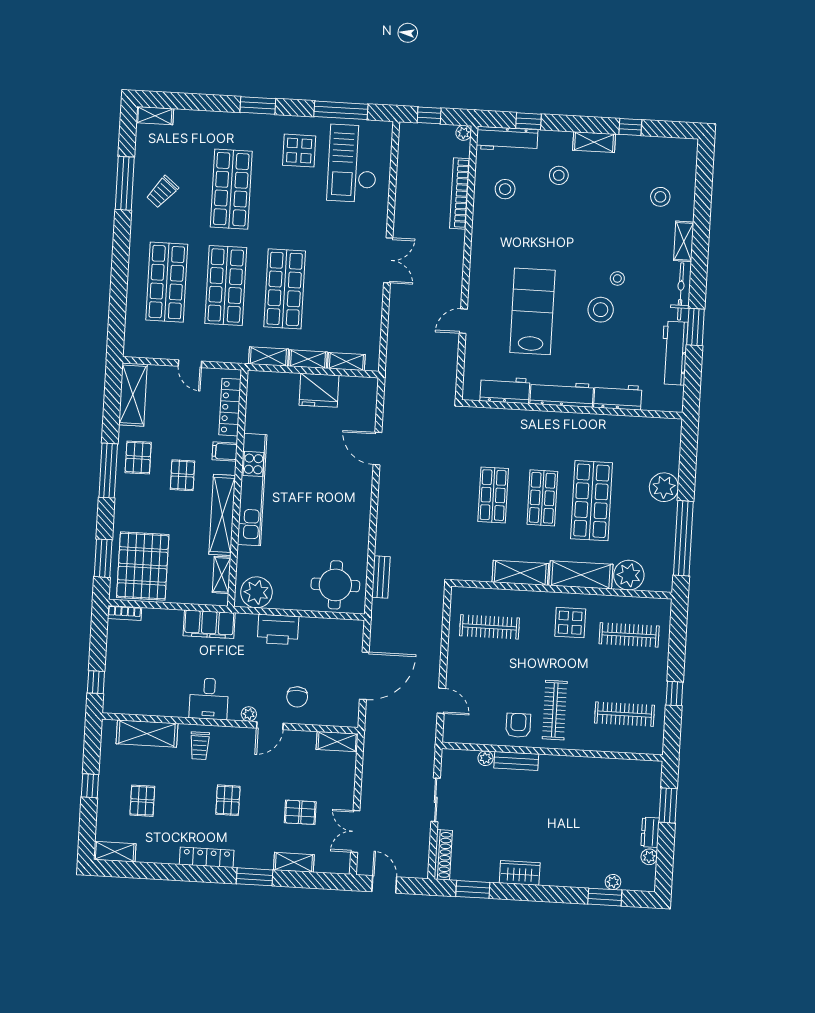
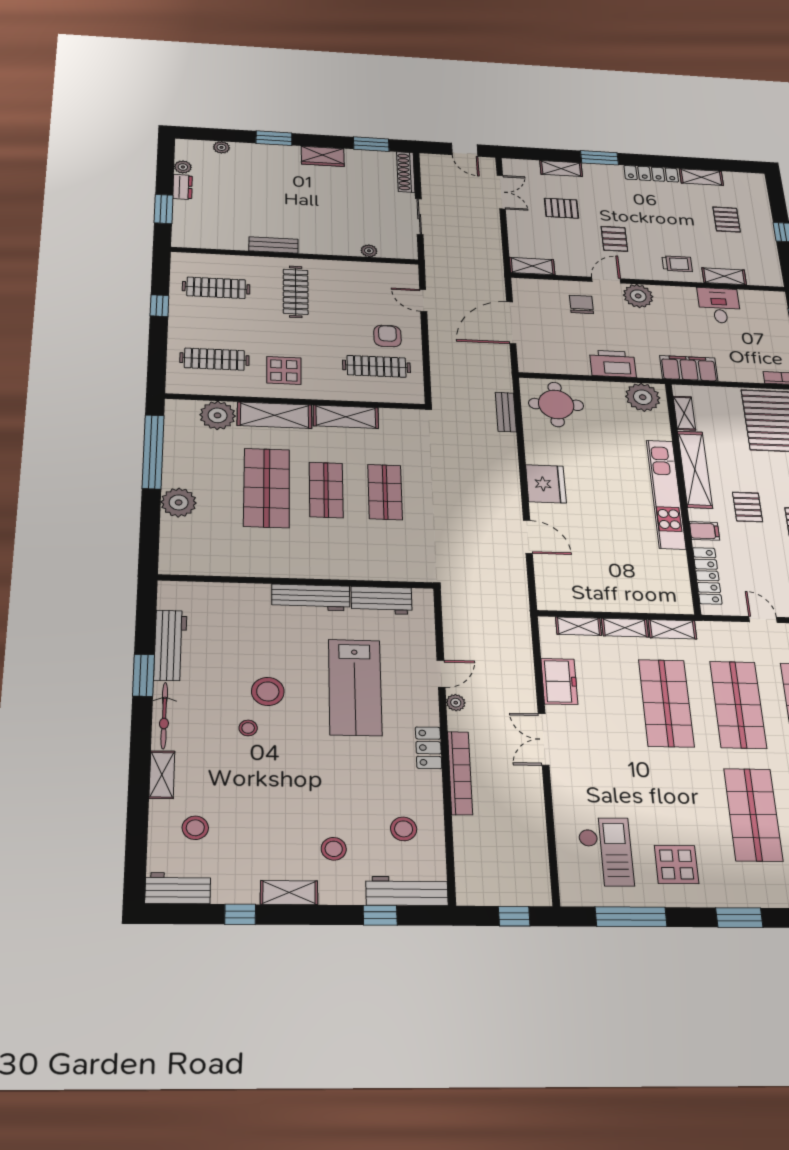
plant: (464, 133) -> (456, 703), moved
checkout: (353, 164) -> (606, 852), width x0.73, depth x0.83
bookcase: (460, 193) -> (460, 773), moved
locker: (480, 256) -> (429, 748), added
freezer: (369, 311) -> (559, 681), added
fridge: (319, 390) -> (546, 484), moved, turned 90
workbench: (618, 397) -> (178, 888), moved, turned 180
desk: (209, 699) -> (719, 305), moved
plant: (249, 714) -> (638, 296), width x1.88, depth x1.88
armchair: (518, 725) -> (388, 336), moved, turned 180
shelving: (147, 734) -> (724, 276), width x0.67, depth x0.75
trolley: (200, 746) -> (677, 264), turned 90
bench: (516, 761) -> (273, 245), moved
pallet: (228, 800) -> (614, 239), moved
shelving: (115, 852) -> (701, 177), moved
window: (605, 897) -> (274, 138), moved

